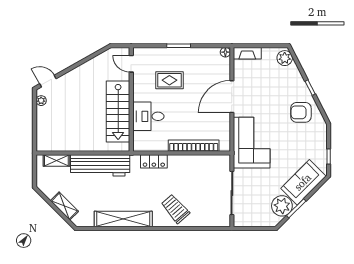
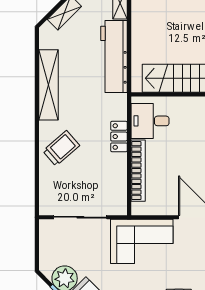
desk: (148, 116) -> (150, 121), moved, turned -90
locker: (154, 161) -> (119, 137), moved

